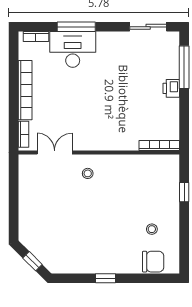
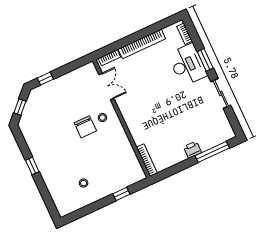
window: (76, 27) -> (205, 60), width x0.69
sliding door: (148, 27) -> (221, 93), moved
window: (14, 217) -> (45, 79), added
chair: (153, 262) -> (85, 127), moved

